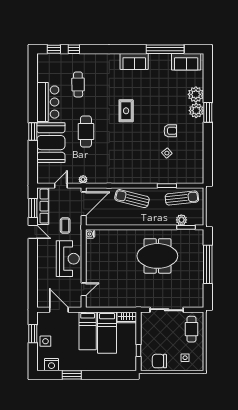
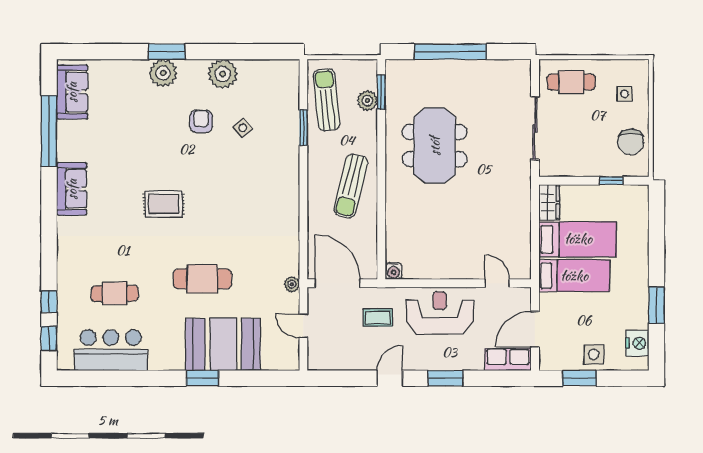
plant: (196, 94) -> (223, 74), moved
bar counter: (48, 102) -> (111, 350), moved
sun lounger: (132, 199) -> (351, 186), moved
row of seats: (43, 206) -> (508, 359), moved, width x0.68
window: (33, 208) -> (445, 378), moved

